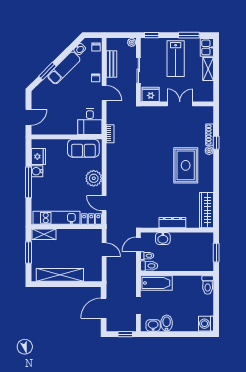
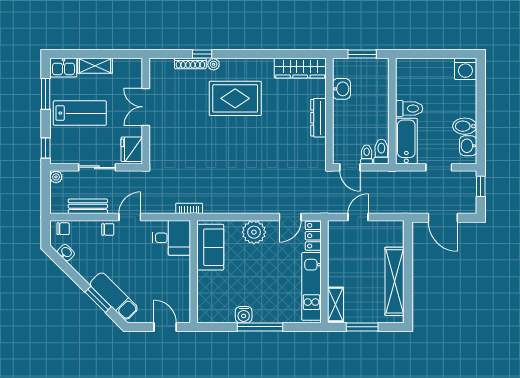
exam couch: (64, 68) -> (114, 296), moved
fridge: (38, 157) -> (222, 313), removed
washbasin: (163, 238) -> (341, 89), moved
toilet: (208, 285) -> (409, 109), moved

